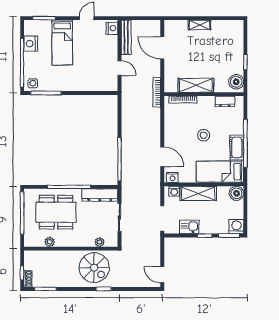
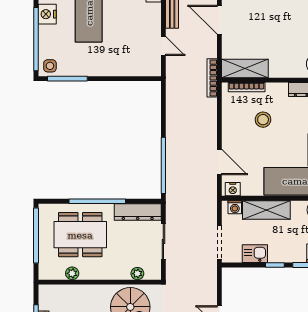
shelving: (196, 85) -> (245, 69), moved
stool: (204, 135) -> (263, 120), moved

